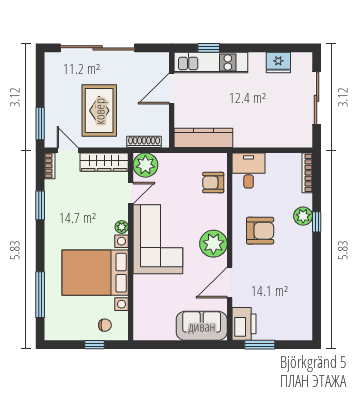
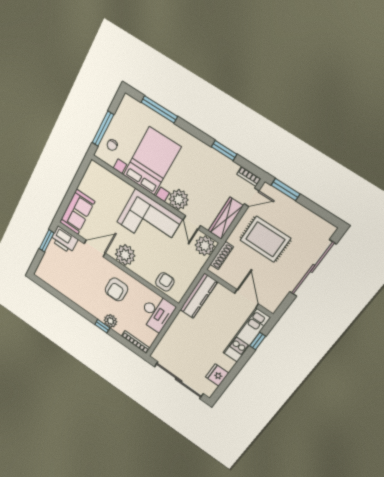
sliding door: (317, 98) -> (179, 380), width x1.36
desk: (249, 170) -> (157, 313), width x1.37
plant: (122, 227) -> (179, 199), width x1.87, depth x1.87
door: (230, 282) -> (95, 248), hinge flipped
window: (95, 345) -> (103, 129), width x2.17

